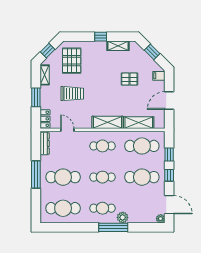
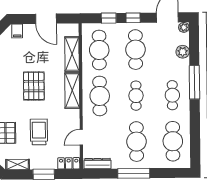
pallet: (129, 79) -> (34, 86), moved, width x1.50, depth x1.42
cafe table: (102, 146) -> (100, 96), width x1.37, depth x1.35
plant: (123, 217) -> (183, 52), moved

